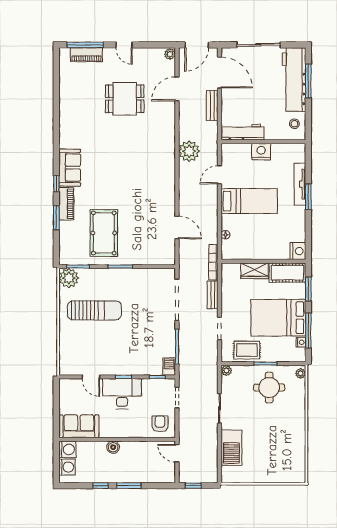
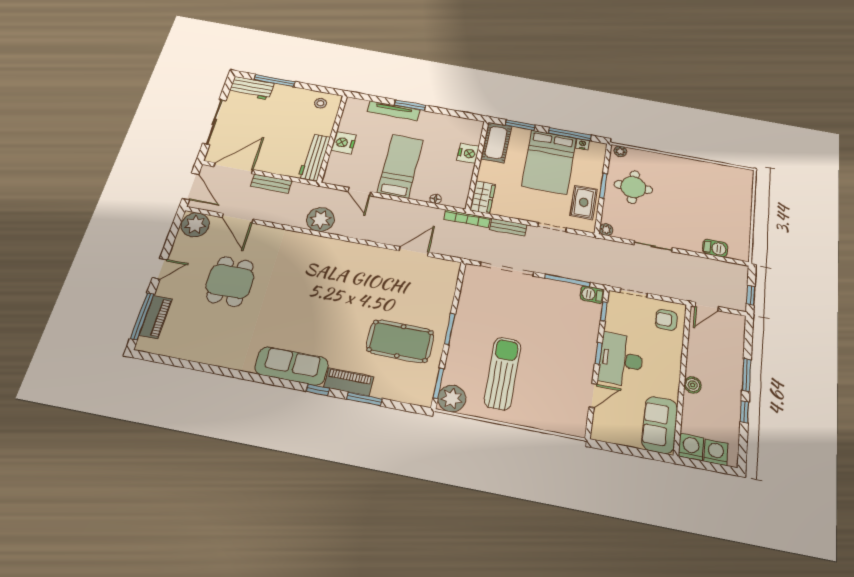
plant: (170, 54) -> (195, 225), width x1.87, depth x1.87
workbench: (294, 79) -> (252, 88), width x0.53, depth x0.76
sofa: (70, 168) -> (292, 366), width x1.36
nightstand: (298, 251) -> (468, 153), moved, turned 90
wardrobe: (254, 271) -> (483, 197), moved
barbecue: (231, 448) -> (715, 248), width x0.53, depth x0.65

